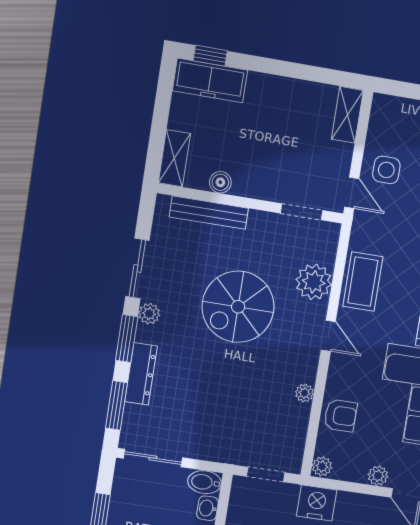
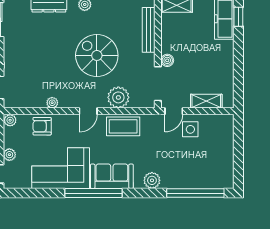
shelving: (347, 115) -> (206, 101), moved
boiler: (220, 182) -> (167, 60), moved
doorway: (302, 212) -> (158, 84), width x1.38
armchair: (340, 416) -> (42, 126), turned 90

